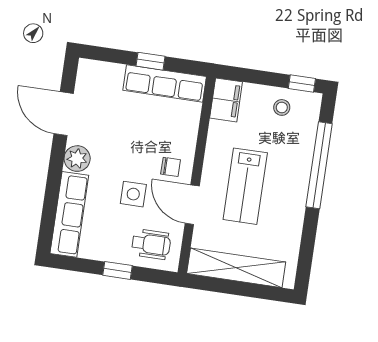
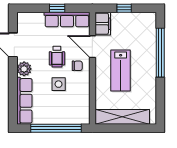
window: (302, 84) -> (124, 8), moved
stool: (282, 107) -> (135, 23), removed
door: (192, 205) -> (92, 47), moved
wheelchair: (151, 244) -> (57, 57), moved, turned 90
window: (117, 270) -> (56, 128), width x3.17

